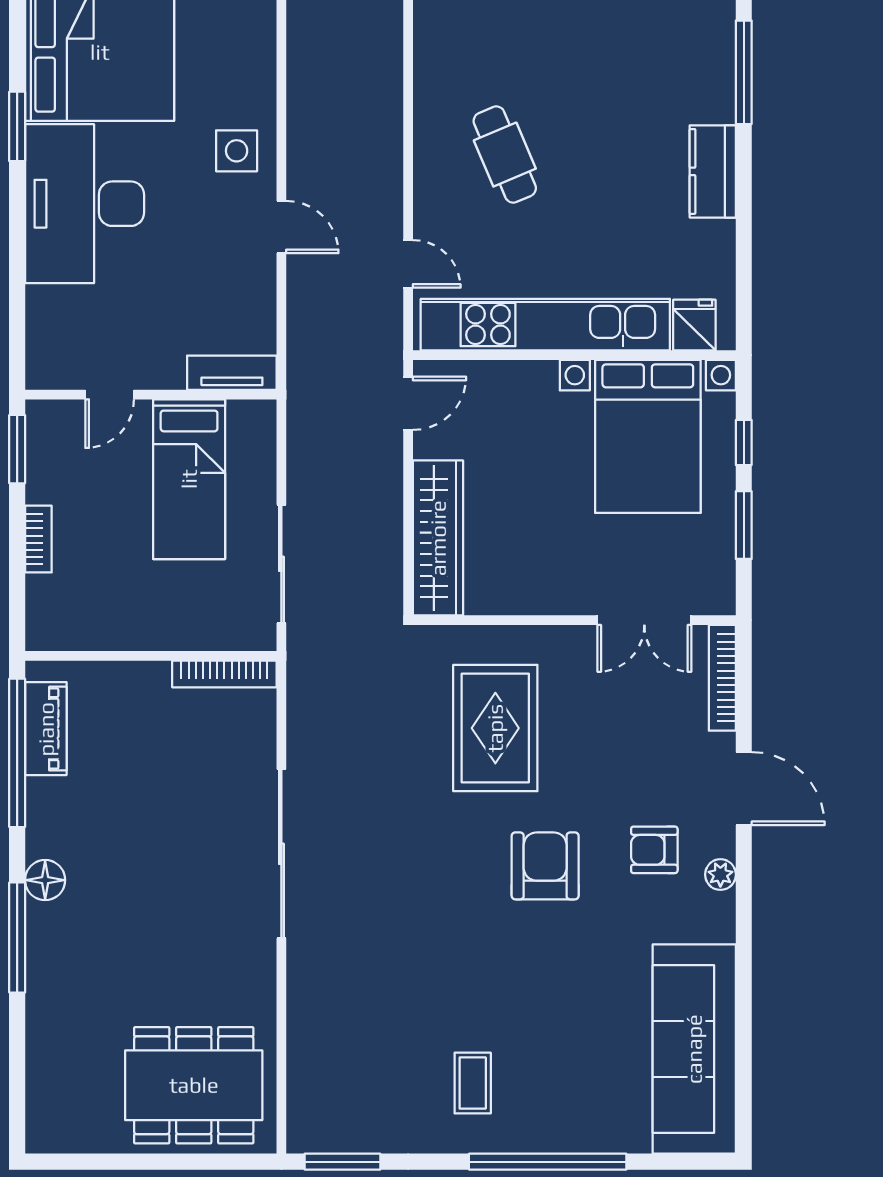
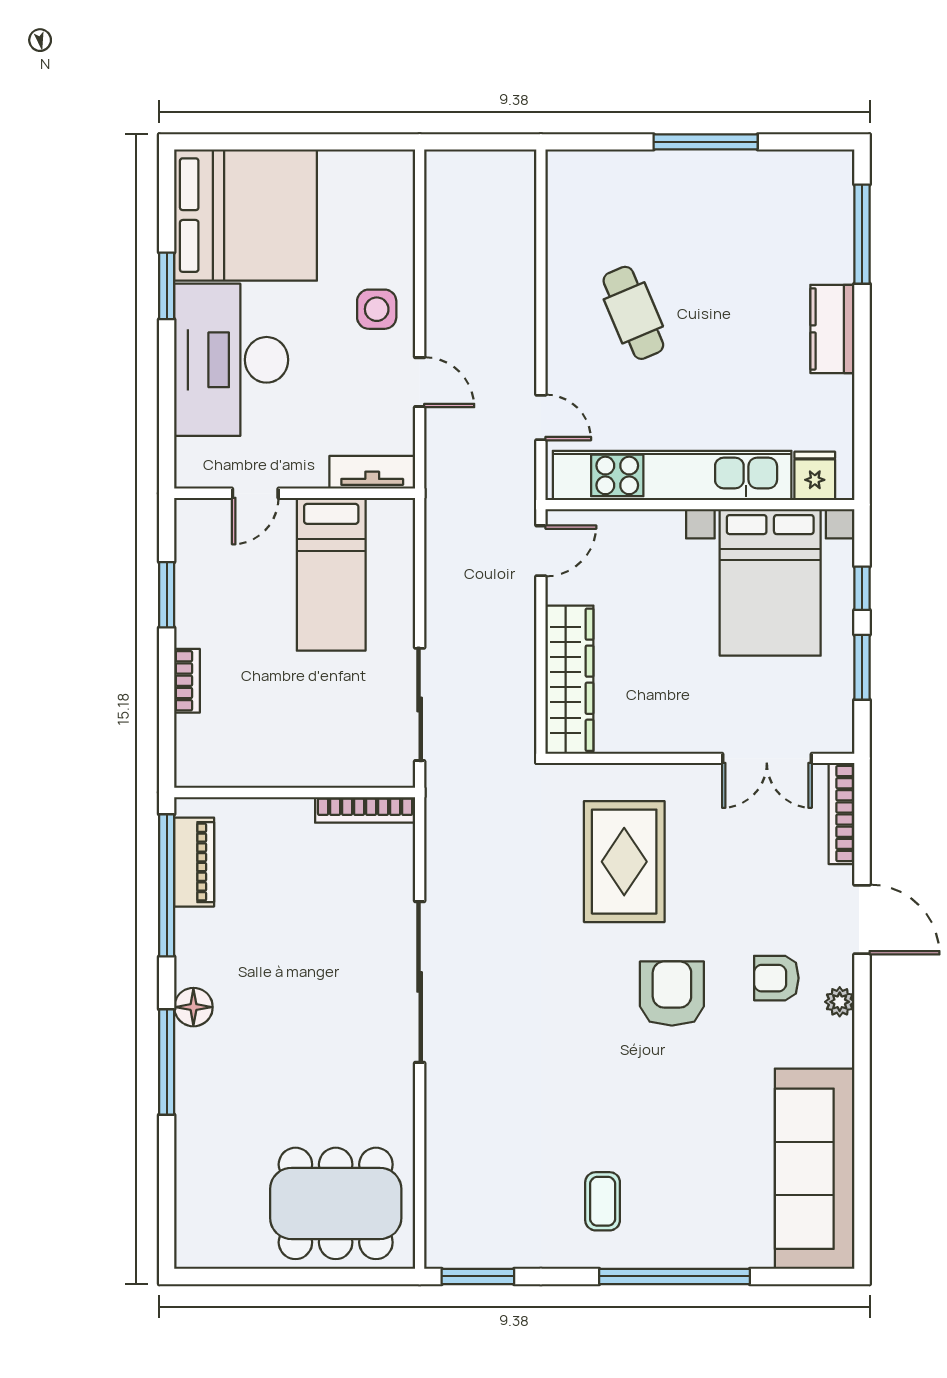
tv unit: (232, 373) -> (372, 472), moved
door: (110, 395) -> (255, 493), moved
wall: (151, 395) -> (295, 493), moved
bed: (189, 479) -> (331, 574), moved

